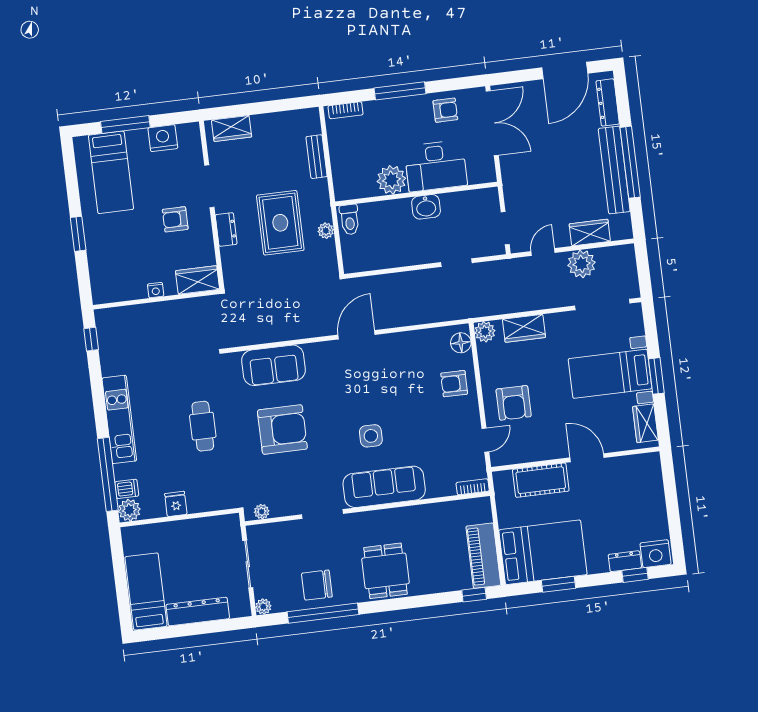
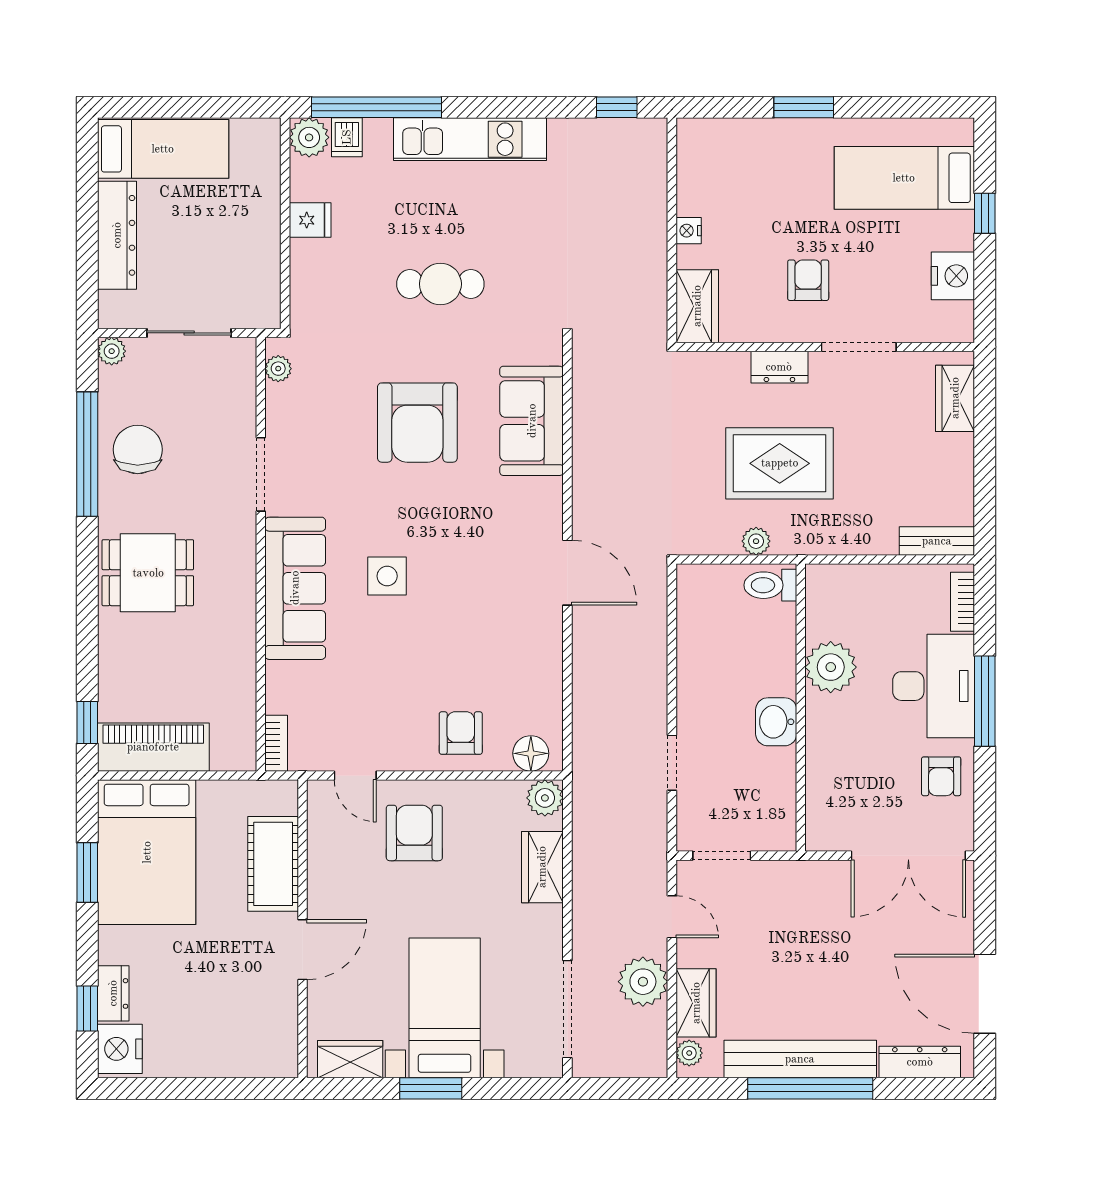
window: (125, 125) -> (985, 213), width x0.46
bench: (317, 157) -> (937, 541), moved
desk: (436, 166) -> (934, 686), moved, turned 180
plant: (619, 233) -> (689, 1053), added
armchair: (514, 403) -> (414, 833), turned 90

